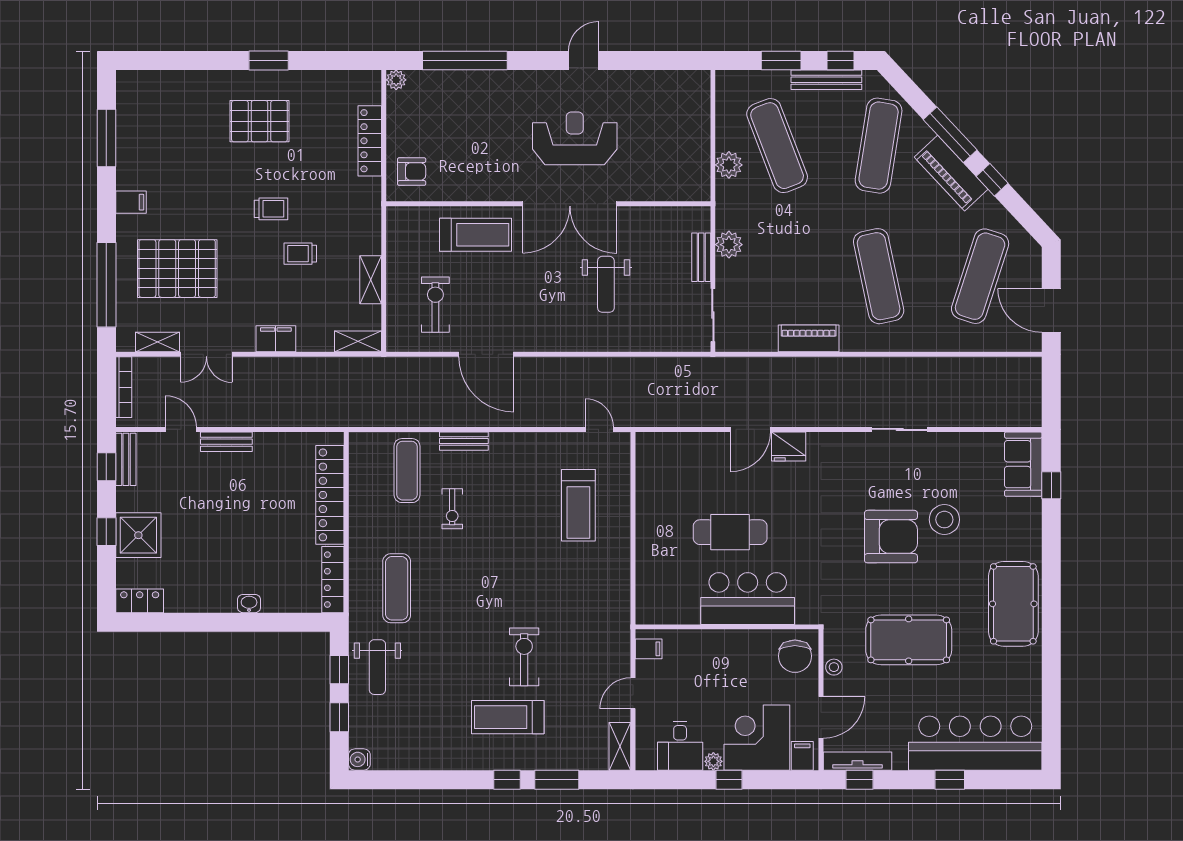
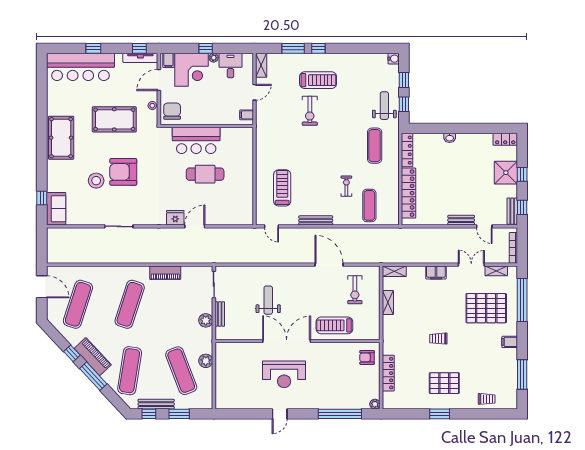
trolley: (300, 254) -> (487, 399), moved
exercise mat: (879, 276) -> (130, 304), turned 30
bench: (464, 441) -> (316, 220), moved, width x1.36

